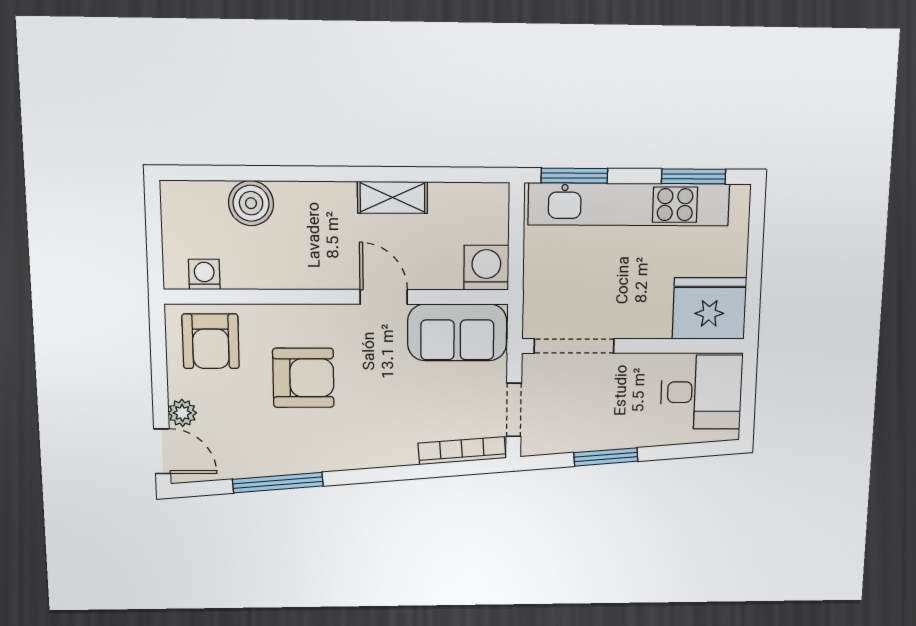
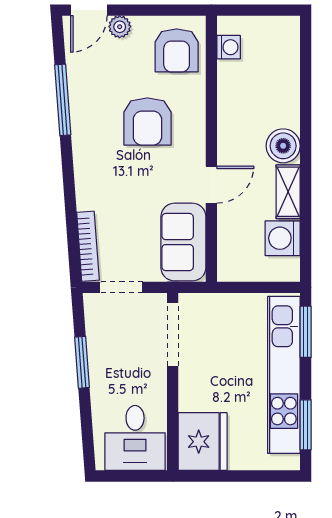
boiler: (251, 203) -> (283, 146), moved
washing machine: (486, 268) -> (283, 238), moved, turned 180
armchair: (211, 341) -> (177, 50), turned -90

